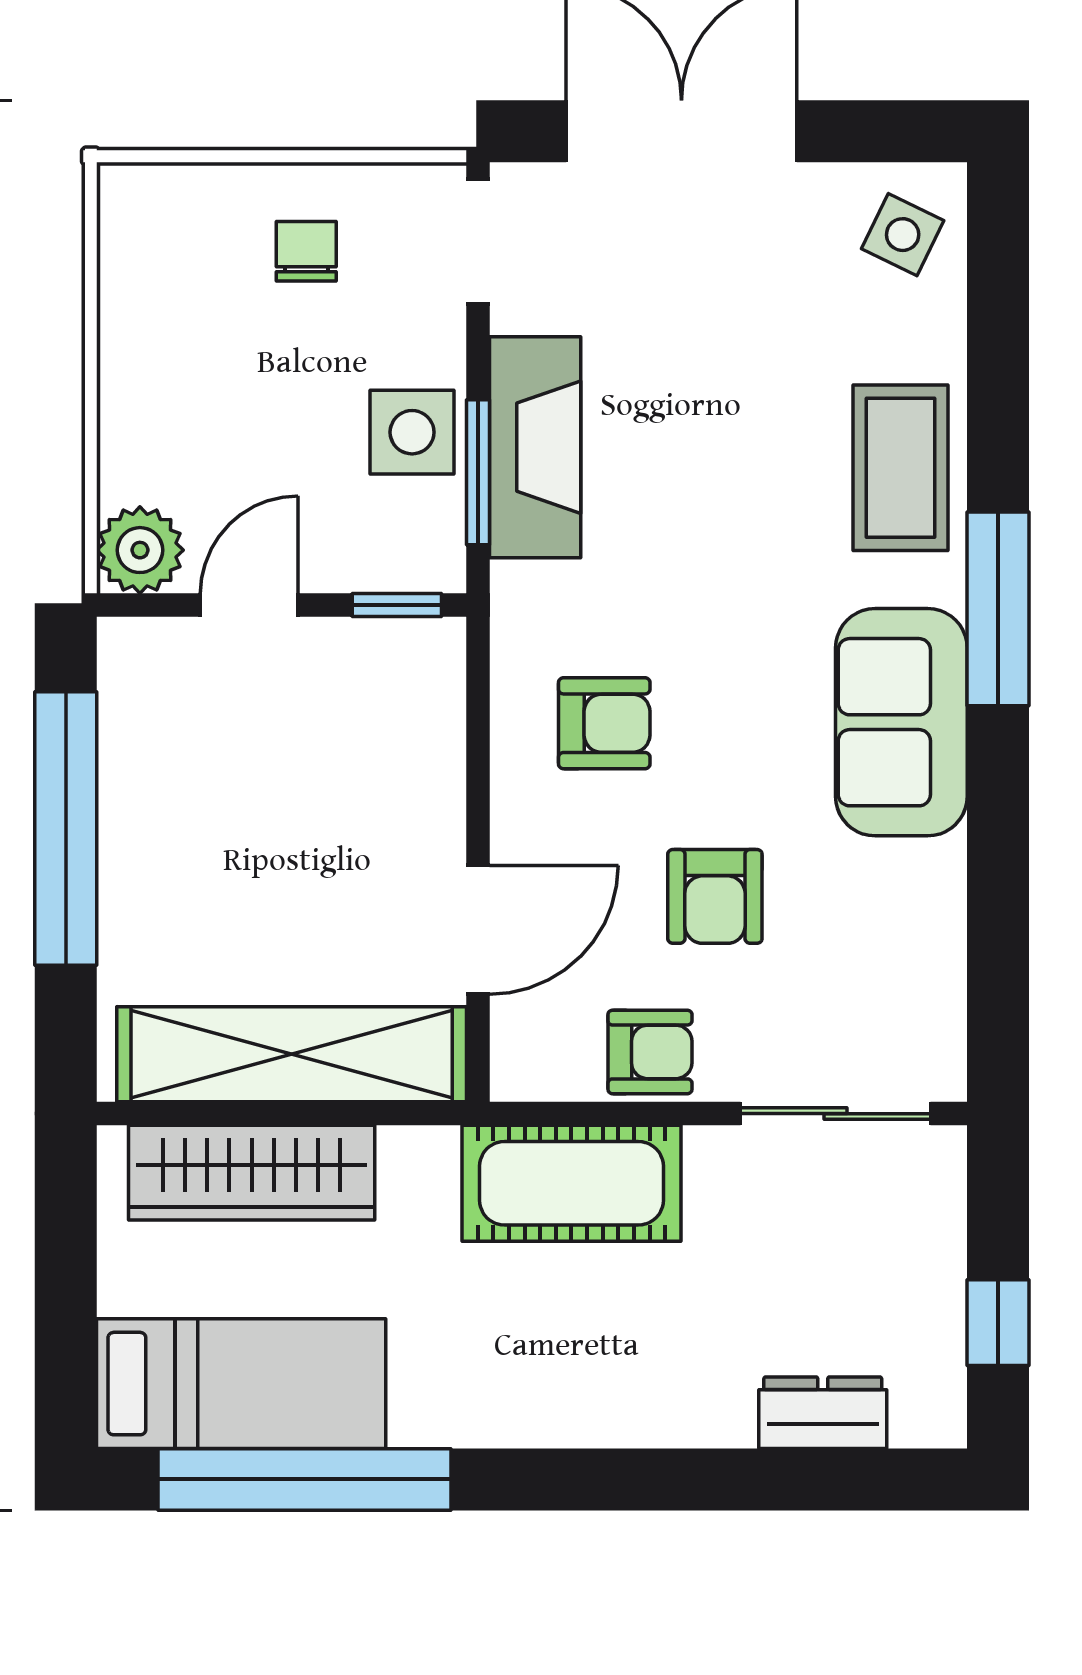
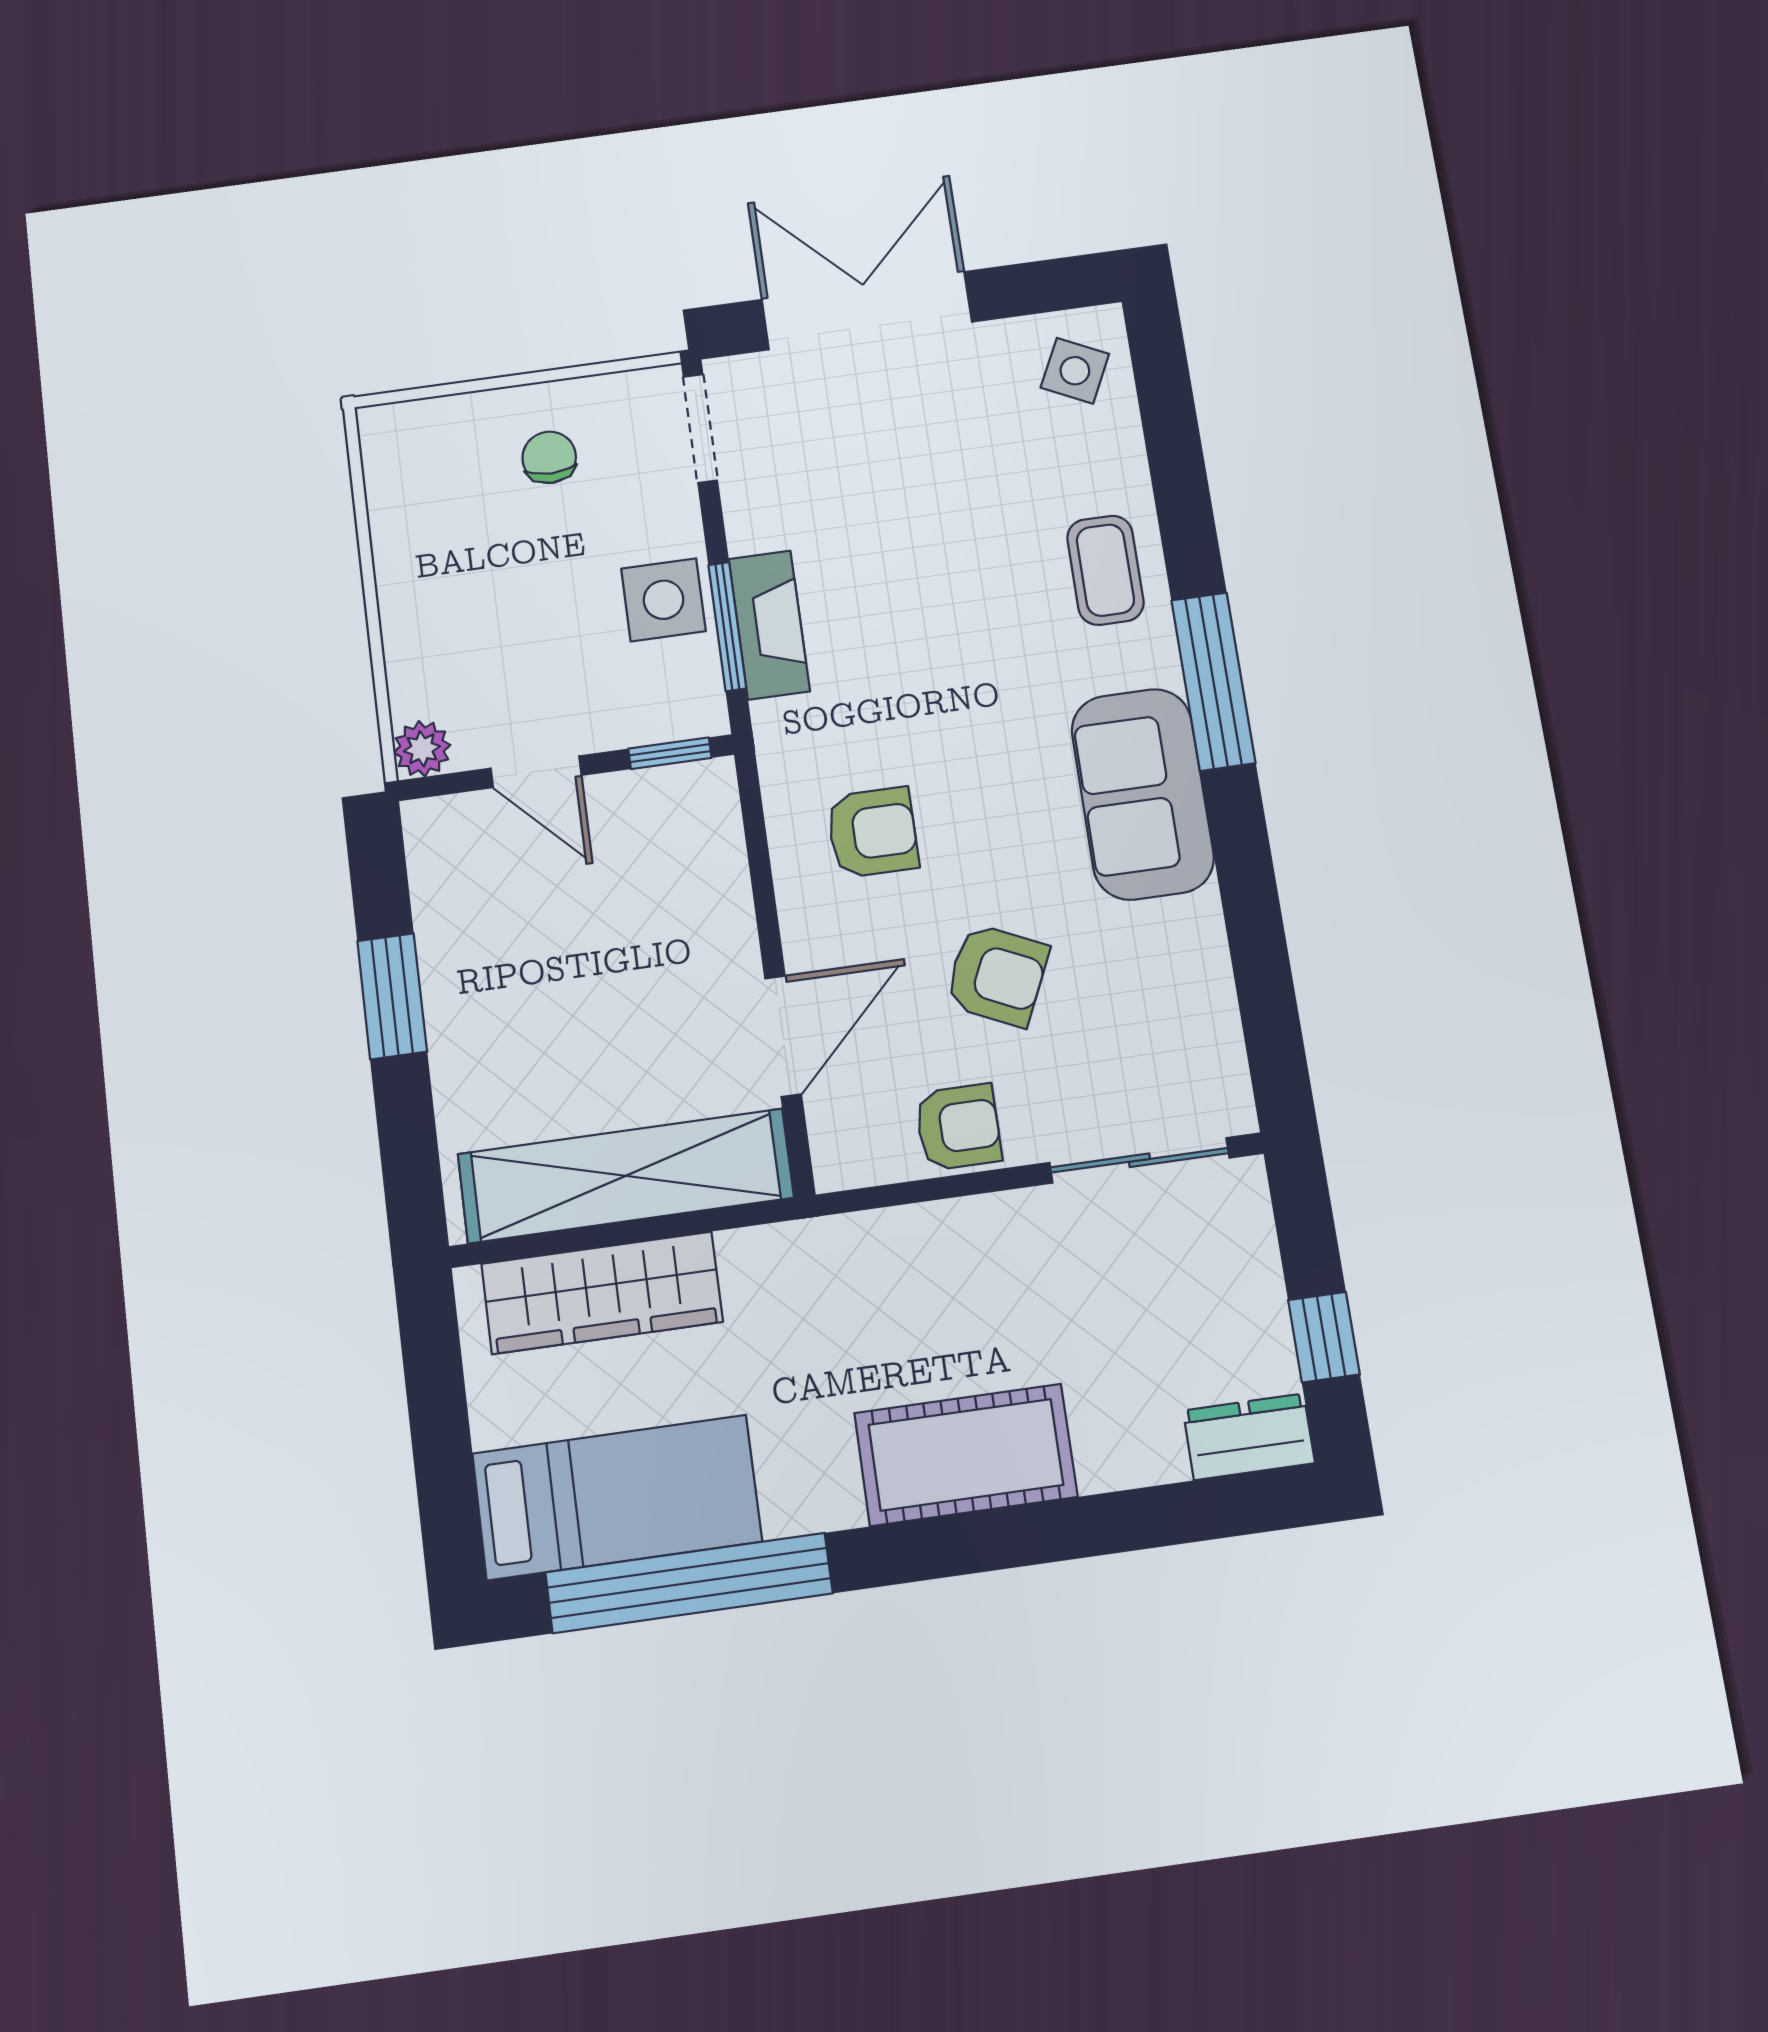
fireplace: (535, 447) -> (769, 625), width x0.73, depth x0.76
coffee table: (901, 468) -> (1105, 570), width x0.73, depth x0.77
plant: (140, 550) -> (422, 749), width x0.73, depth x0.73
door: (249, 605) -> (536, 772), swing flipped
window: (66, 828) -> (392, 996), width x0.47
armchair: (715, 896) -> (997, 975), turned -65
cot: (571, 1183) -> (966, 1455), moved
dresser: (823, 1413) -> (1249, 1437), moved

